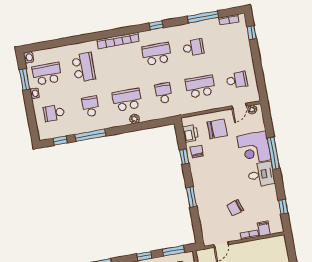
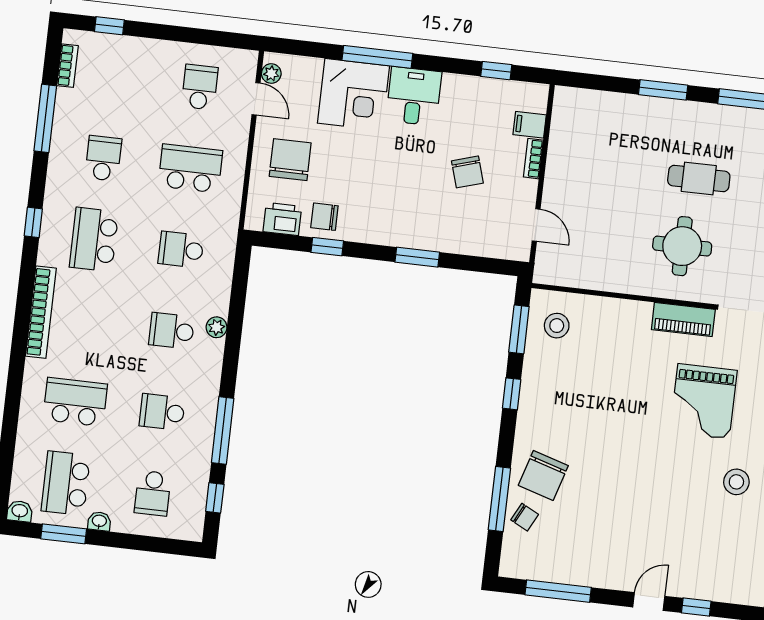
school desk: (200, 87) -> (190, 168), turned 90
school desk: (127, 100) -> (172, 331), width x0.54

